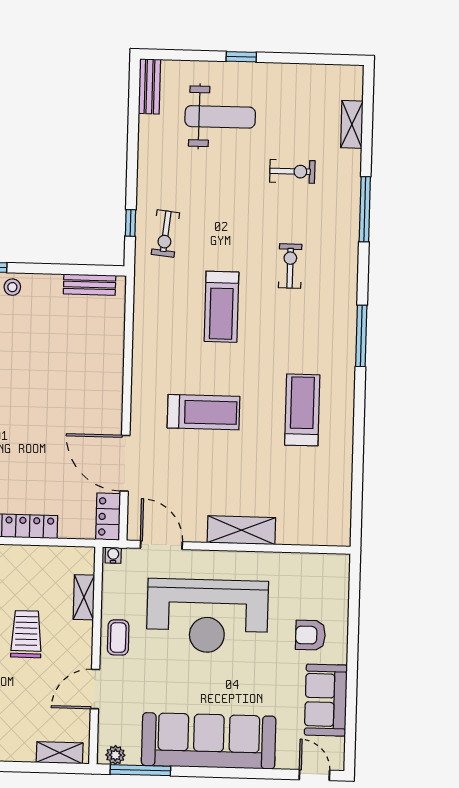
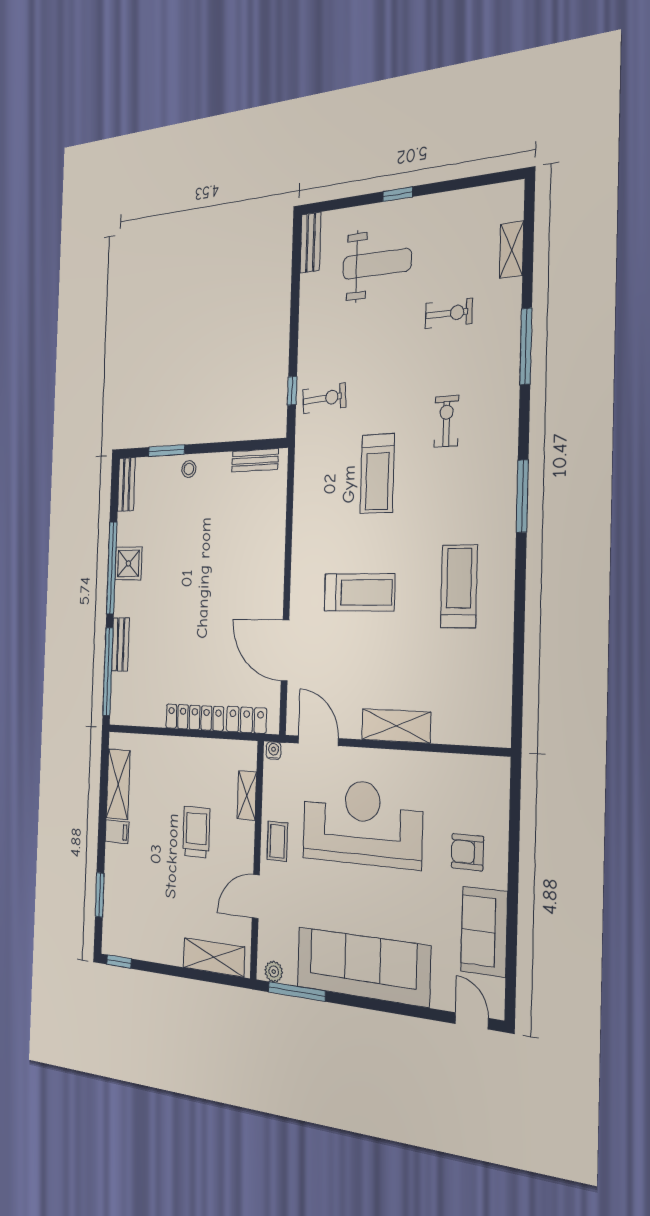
exercise bike: (165, 234) -> (324, 398), turned -100
locker: (108, 517) -> (246, 720), moved, turned 90
reception desk: (207, 616) -> (362, 823), turned 180
shelving: (60, 753) -> (214, 957), width x1.50, depth x1.33

